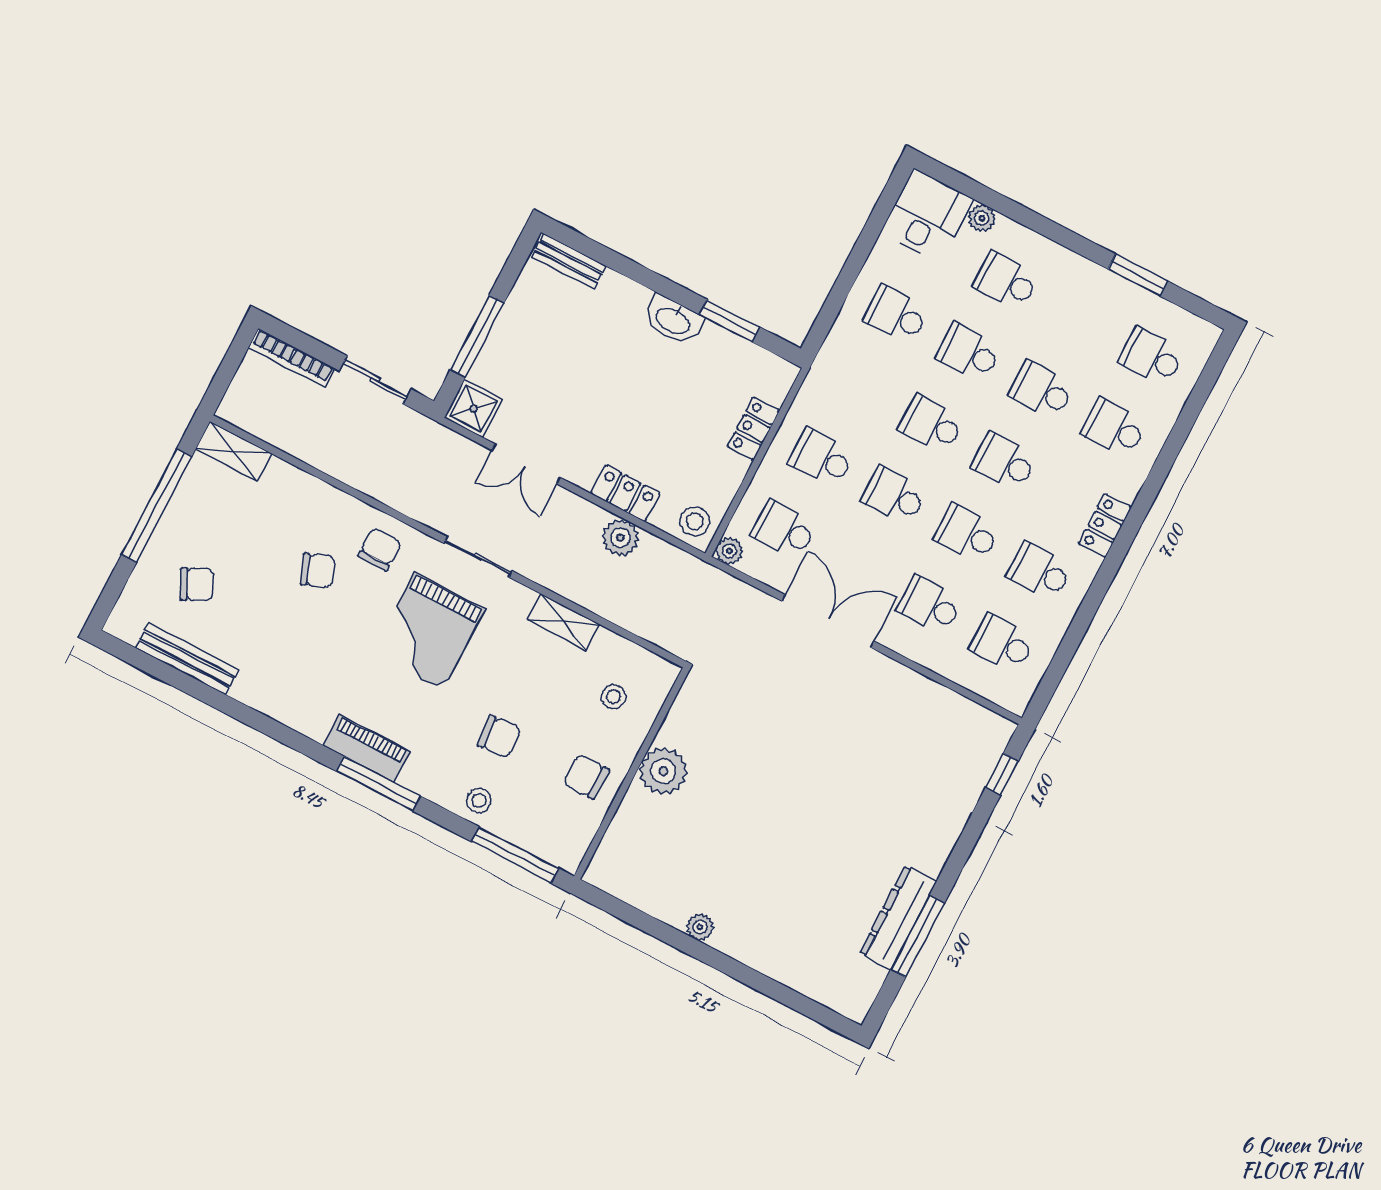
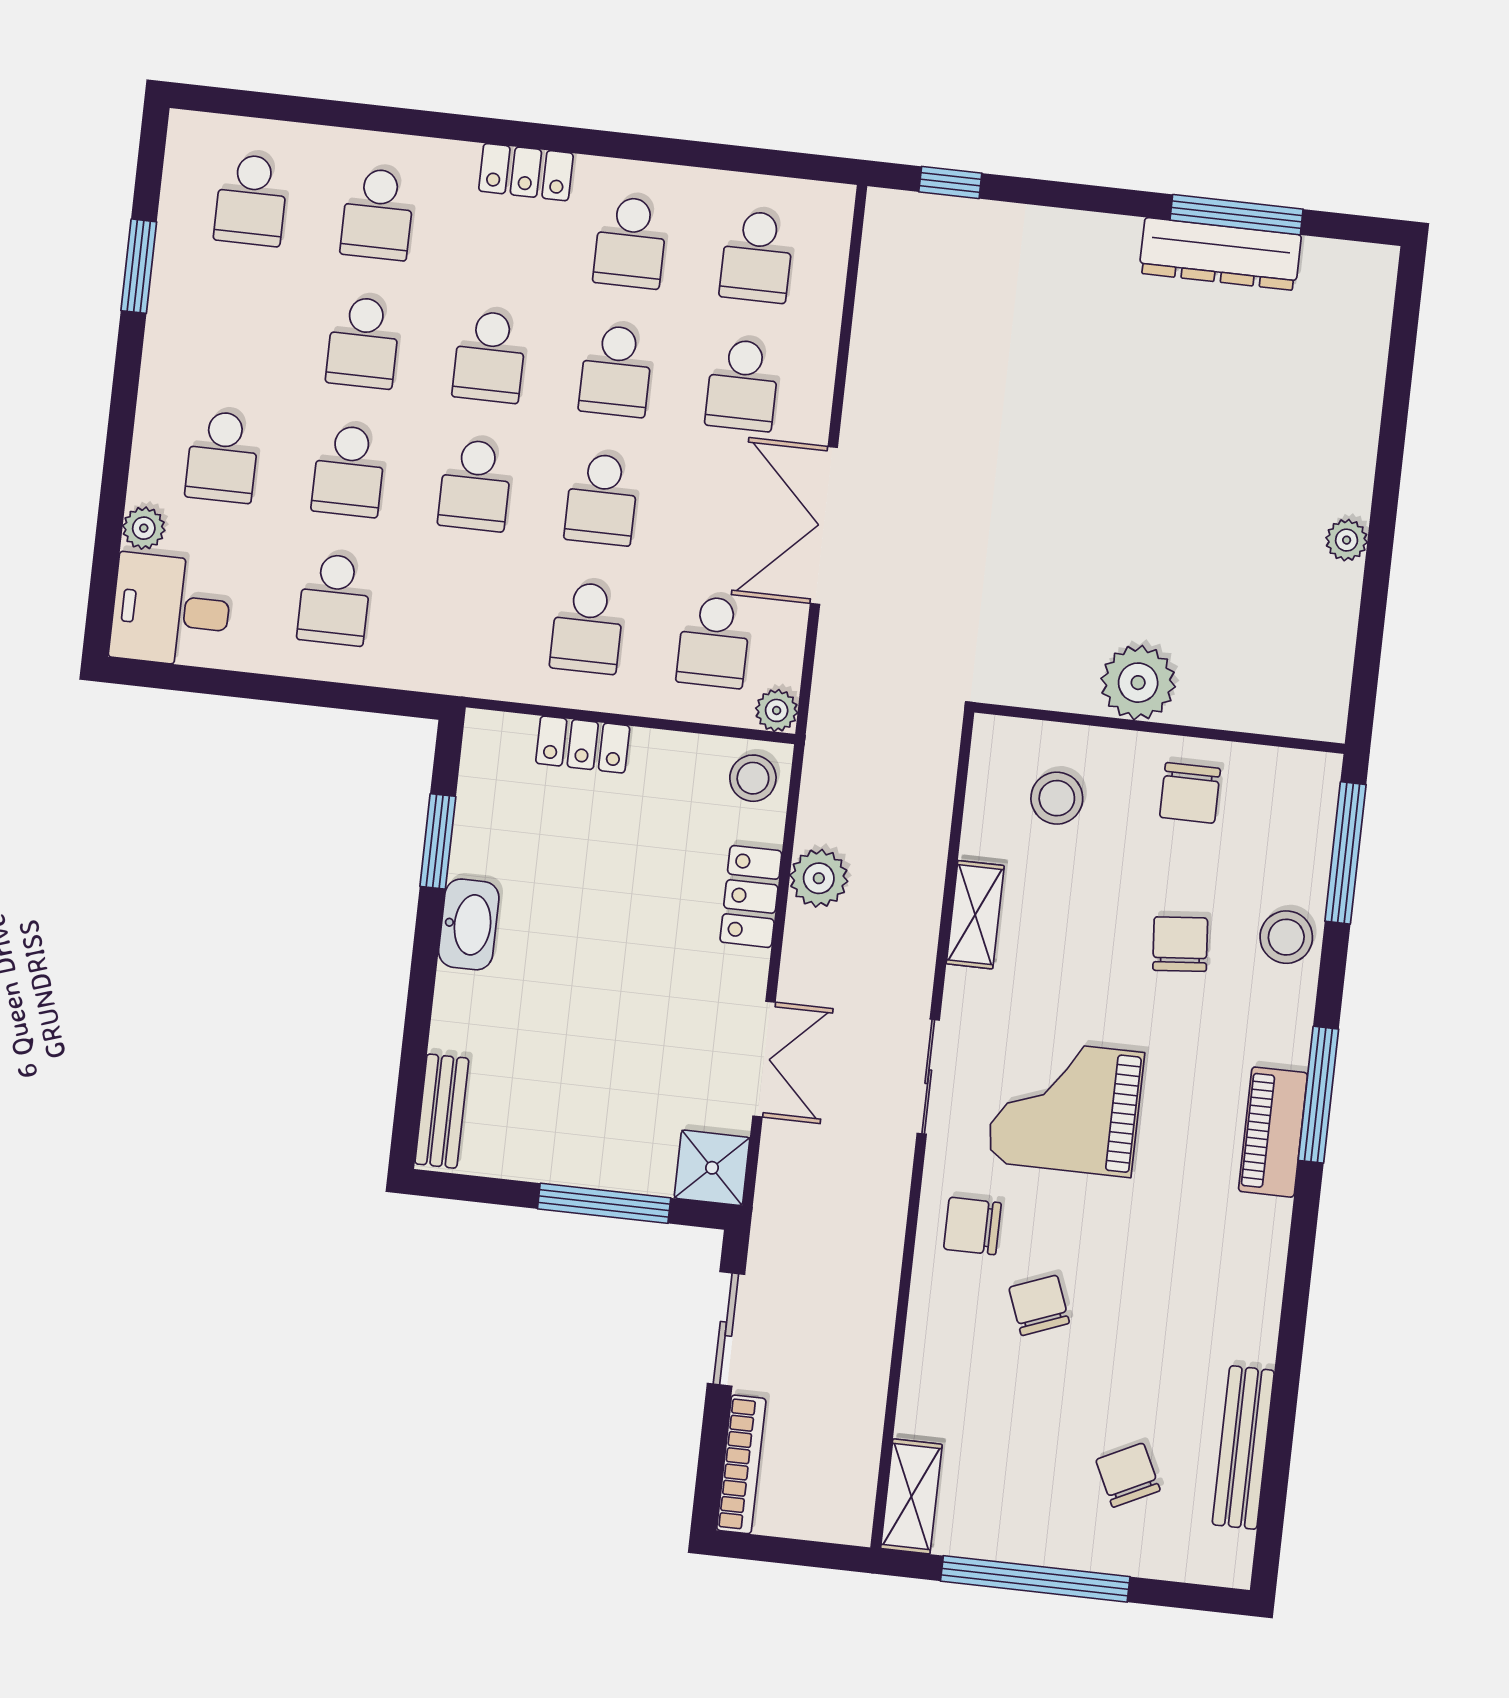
grand piano: (429, 631) -> (1066, 1107), turned 180
stool: (614, 697) -> (1057, 798), width x1.37, depth x1.37
stool: (479, 801) -> (1286, 937), width x1.37, depth x1.37

